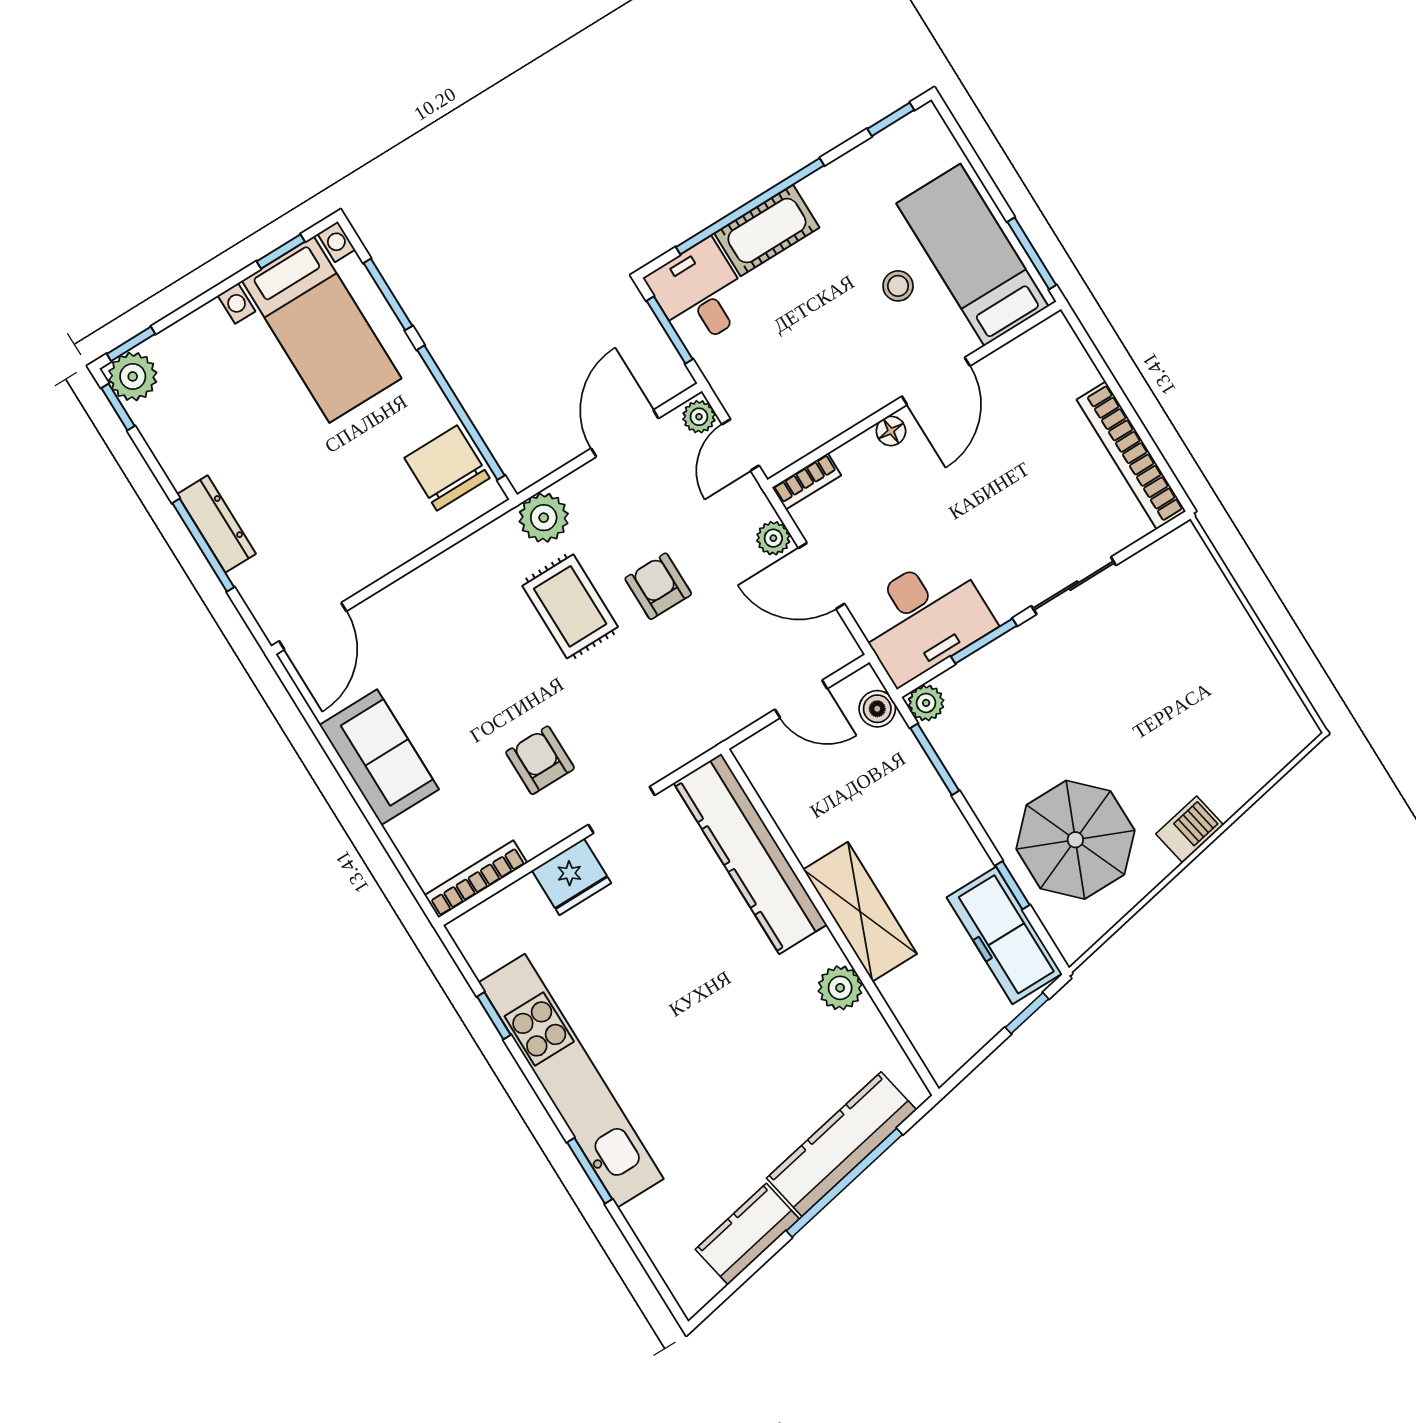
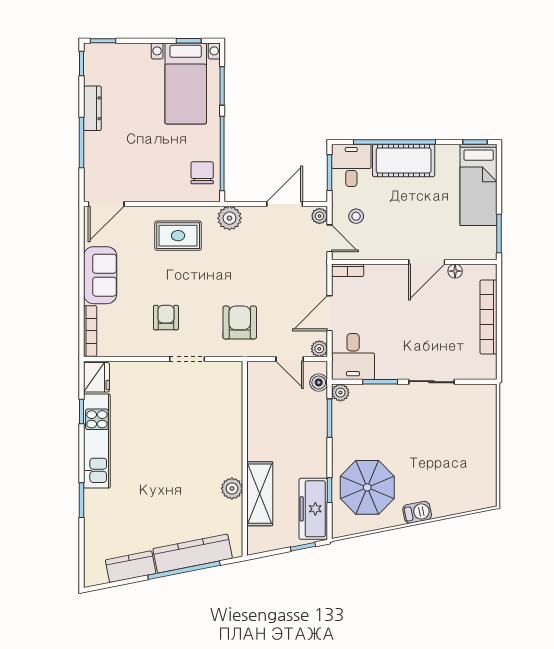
cot: (767, 231) -> (404, 161), width x1.37, depth x1.34
bed: (972, 255) -> (479, 185), moved, turned 180
stool: (898, 286) -> (356, 216), moved
plant: (133, 376) -> (95, 55), removed
floor lamp: (891, 431) -> (455, 271), moved
door: (741, 445) -> (330, 238), swing flipped
bookcase: (1131, 455) -> (489, 317), moved
chair: (447, 468) -> (202, 173), width x0.73, depth x0.73
dresser: (216, 524) -> (92, 108), moved
plant: (773, 538) -> (319, 349), moved
door: (821, 576) -> (330, 313), hinge flipped
armchair: (658, 586) -> (240, 323), moved, width x1.38, depth x1.38
rug: (570, 606) -> (178, 236), moved, turned 90
desk: (923, 618) -> (353, 357), width x0.73
kitchen counter: (750, 854) -> (229, 410), removed
fridge: (572, 877) -> (96, 377), moved, turned -90
bookcase: (476, 879) -> (90, 331), moved, turned 90
shelving: (860, 912) -> (260, 494), moved
kitchen unit: (571, 1081) -> (97, 441), width x0.73

